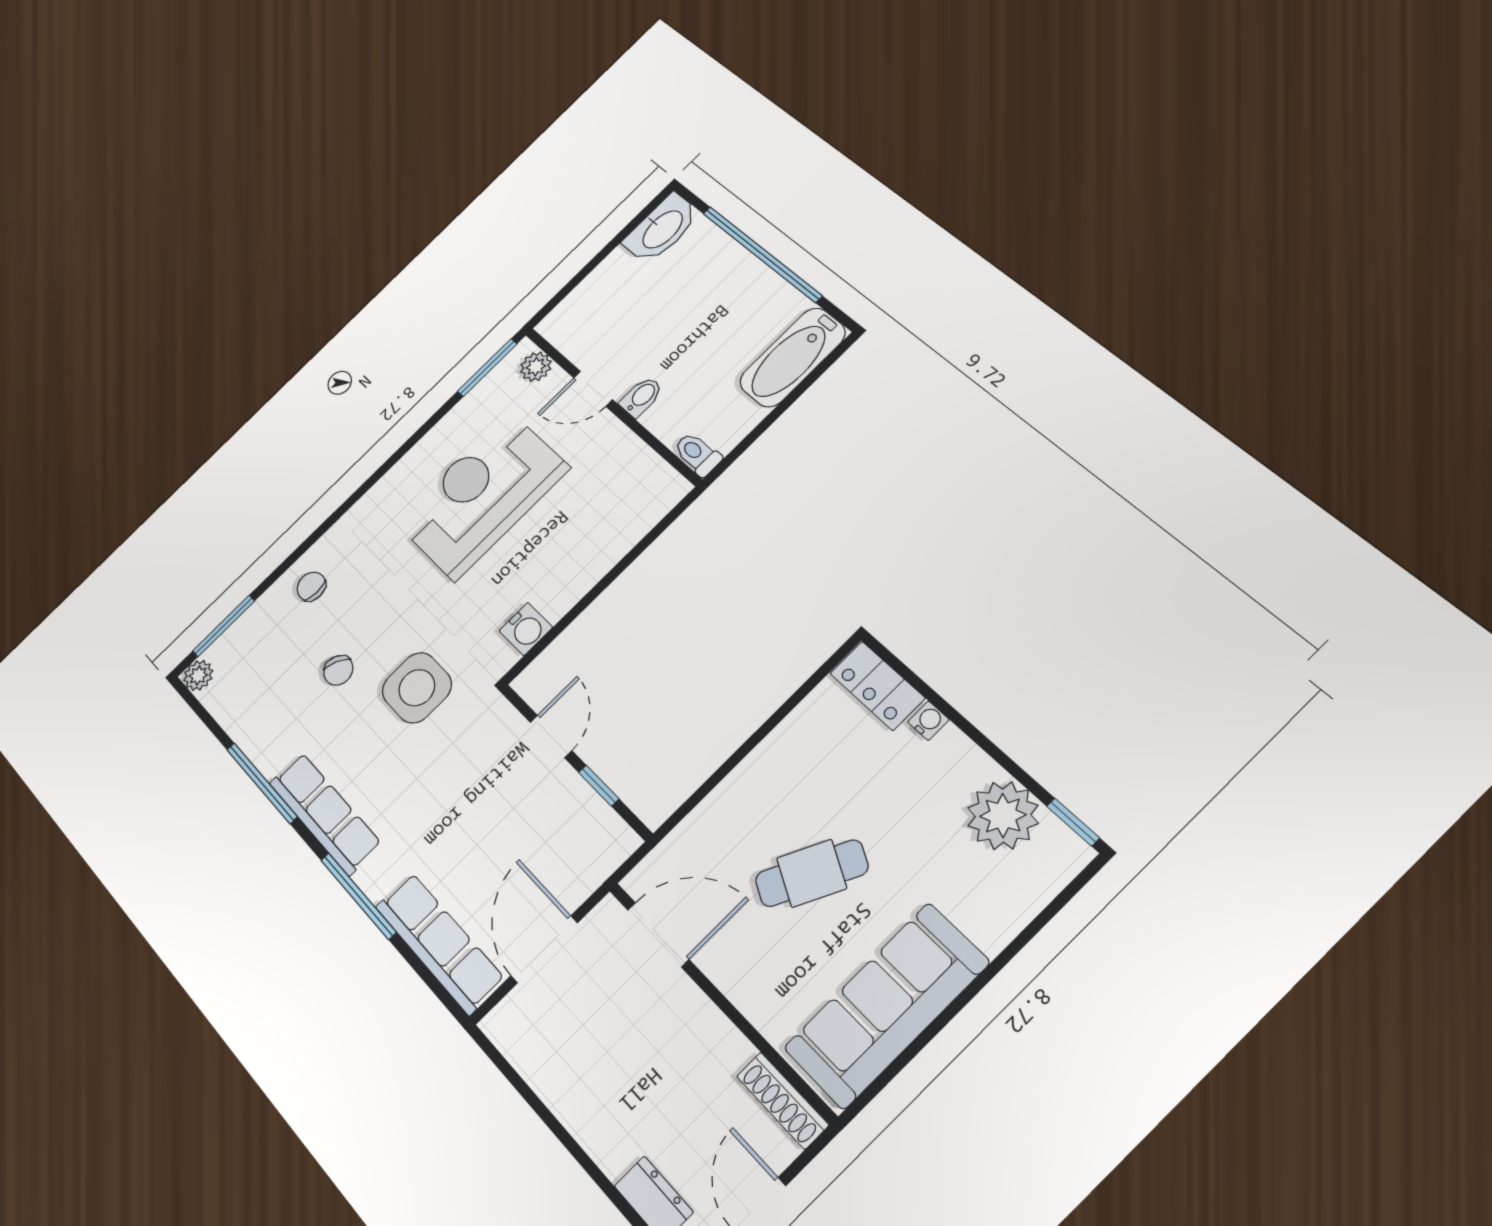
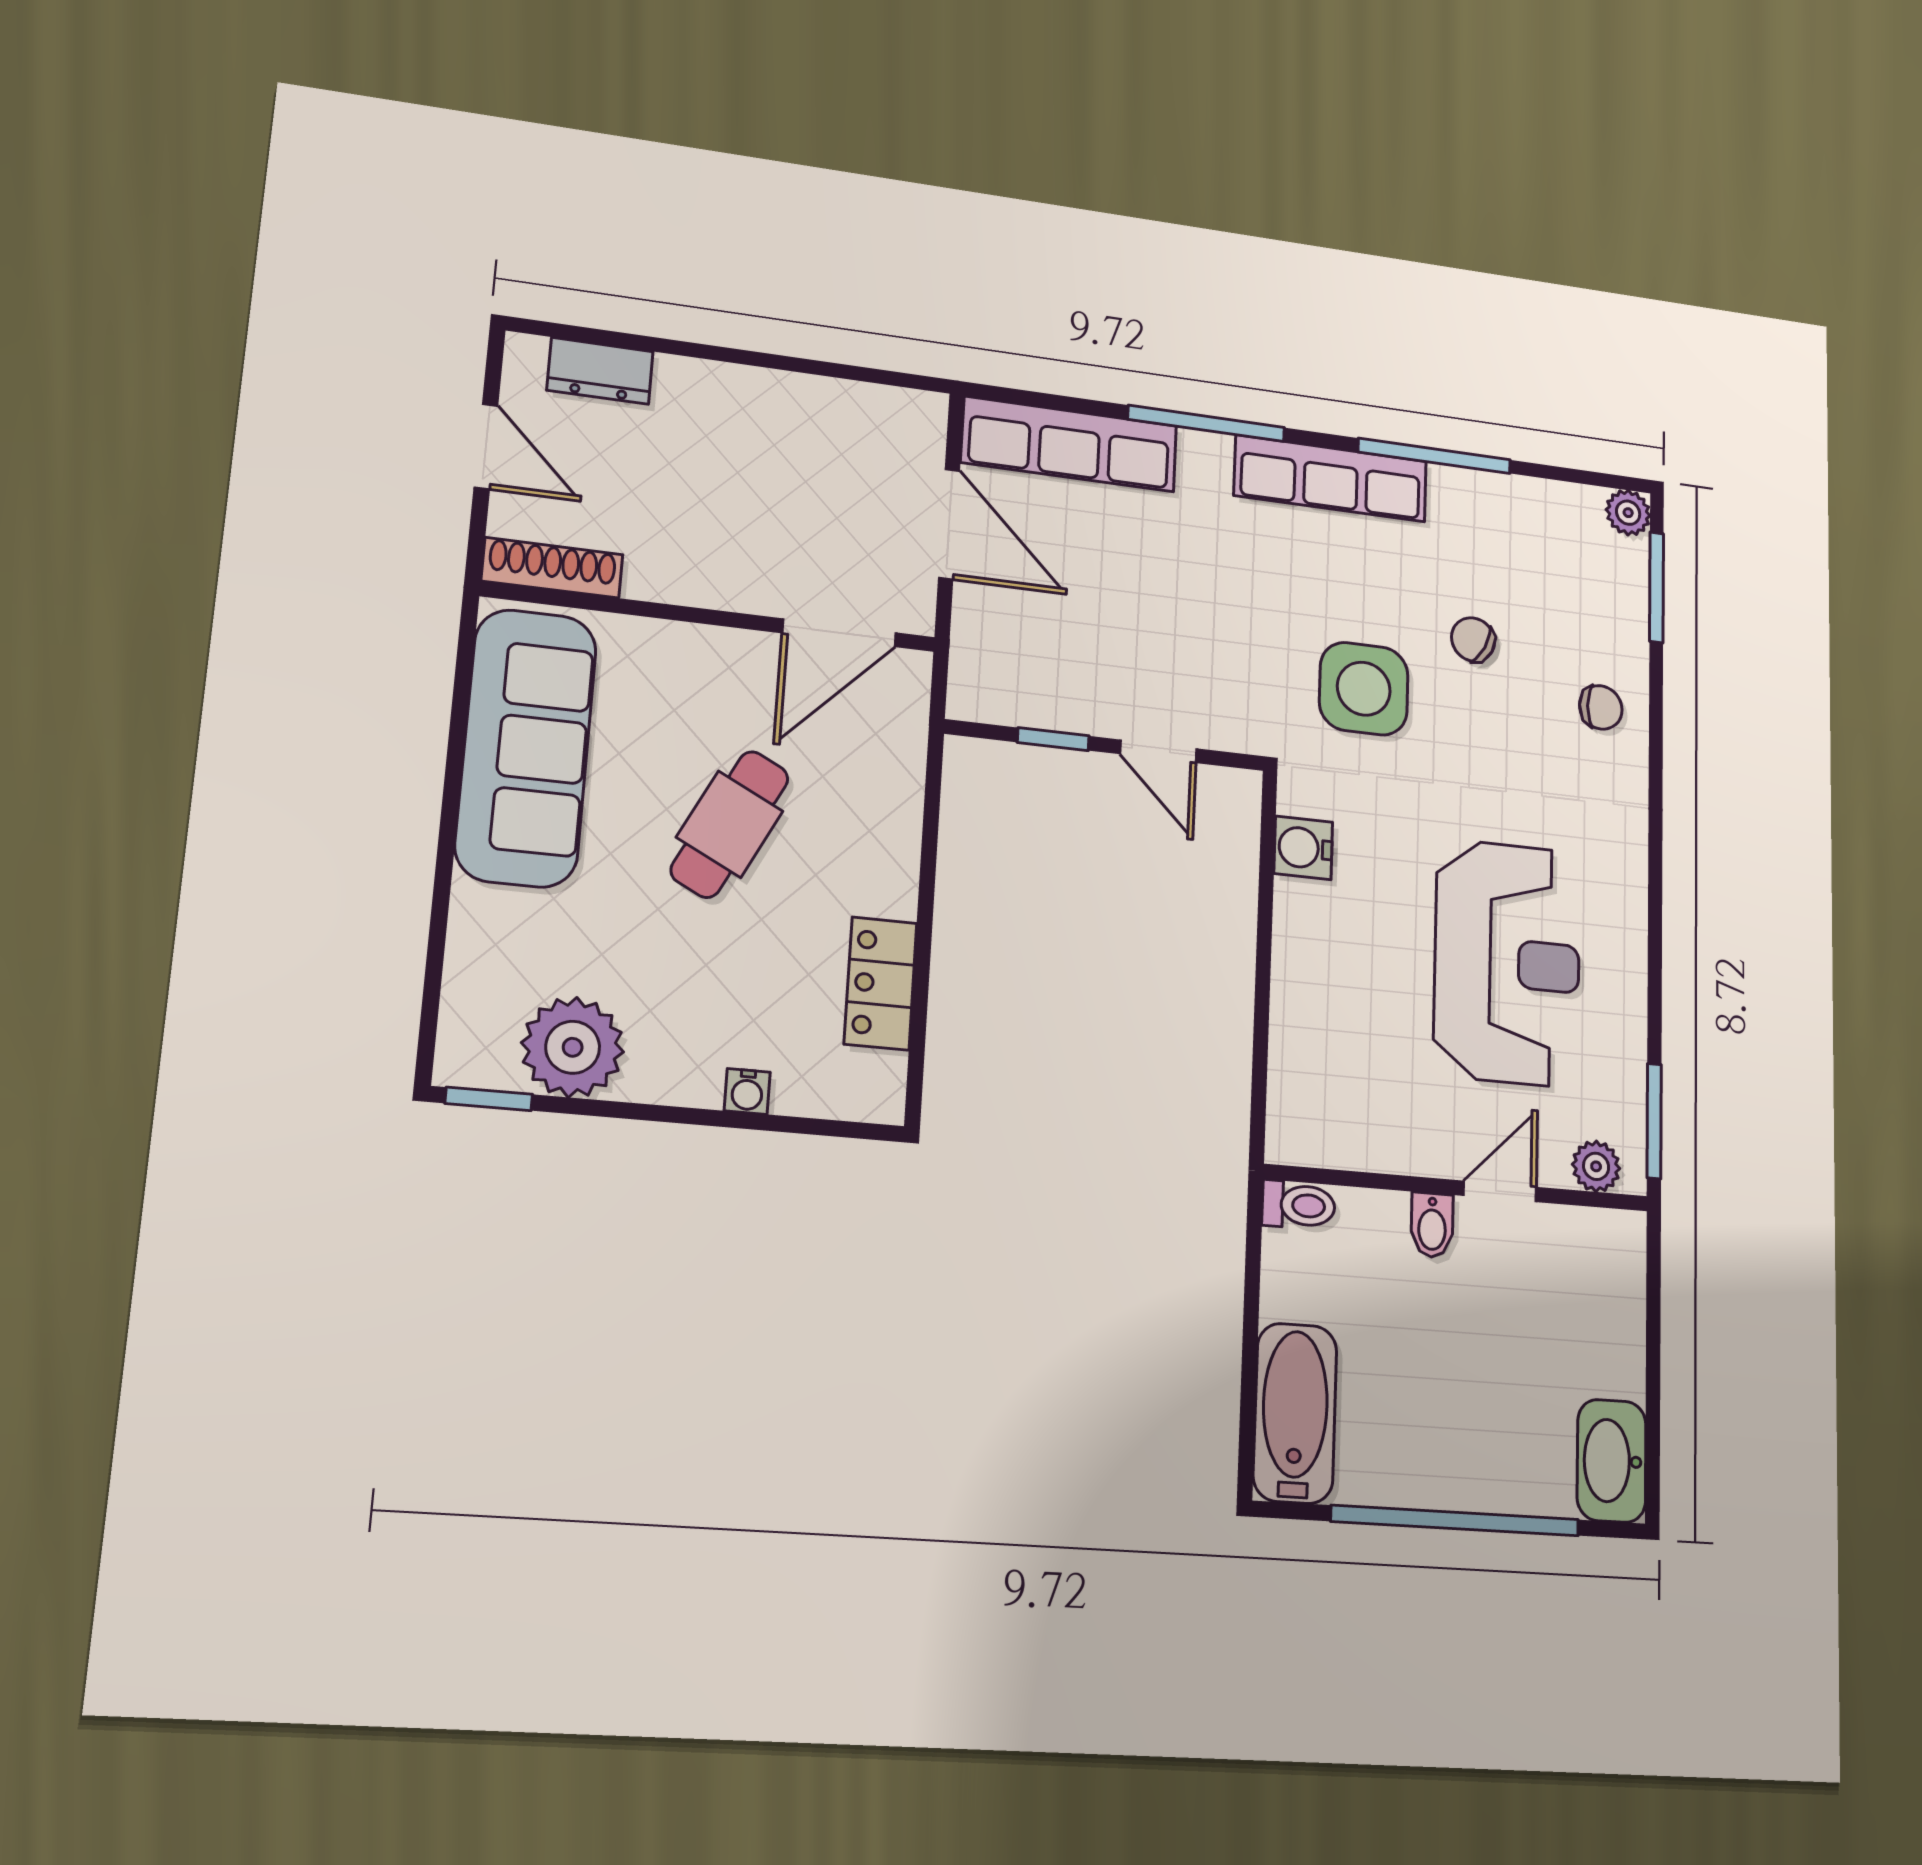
locker: (877, 686) -> (881, 983), moved, turned -90

